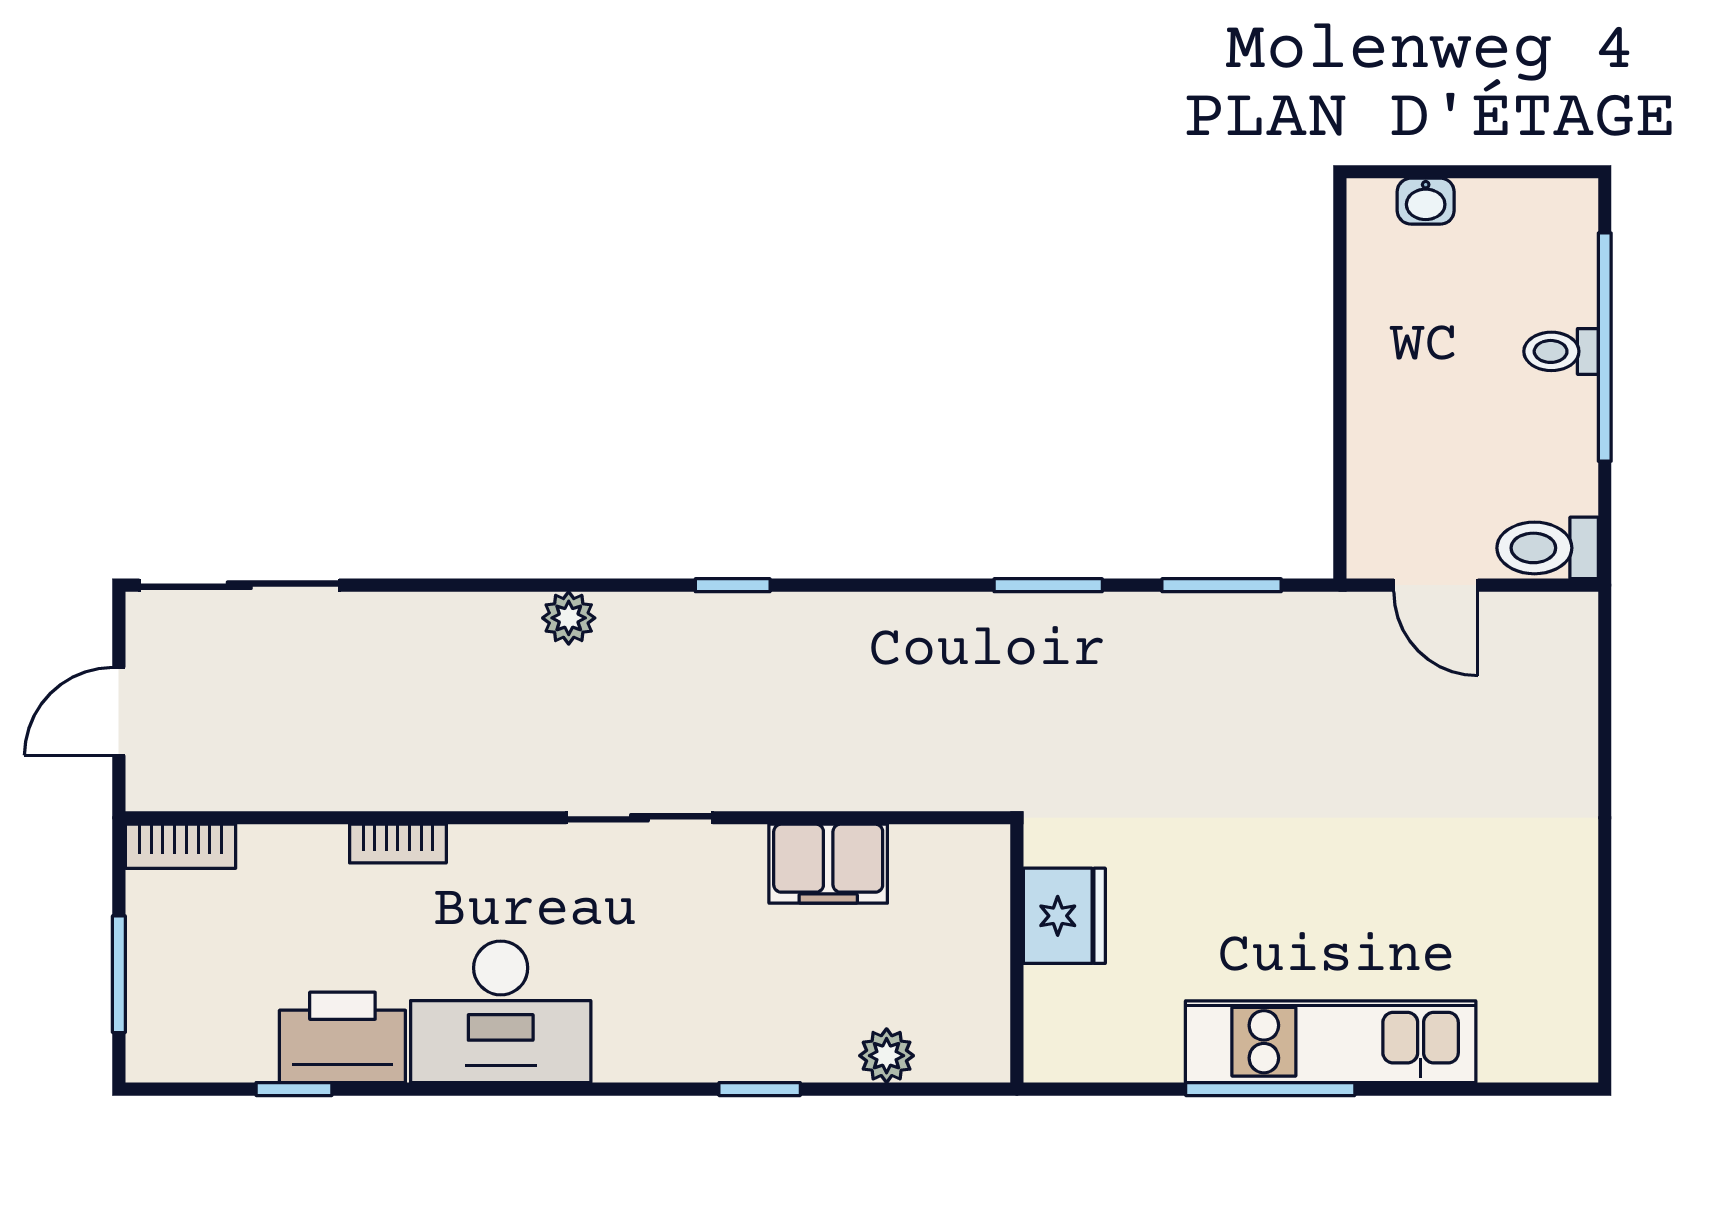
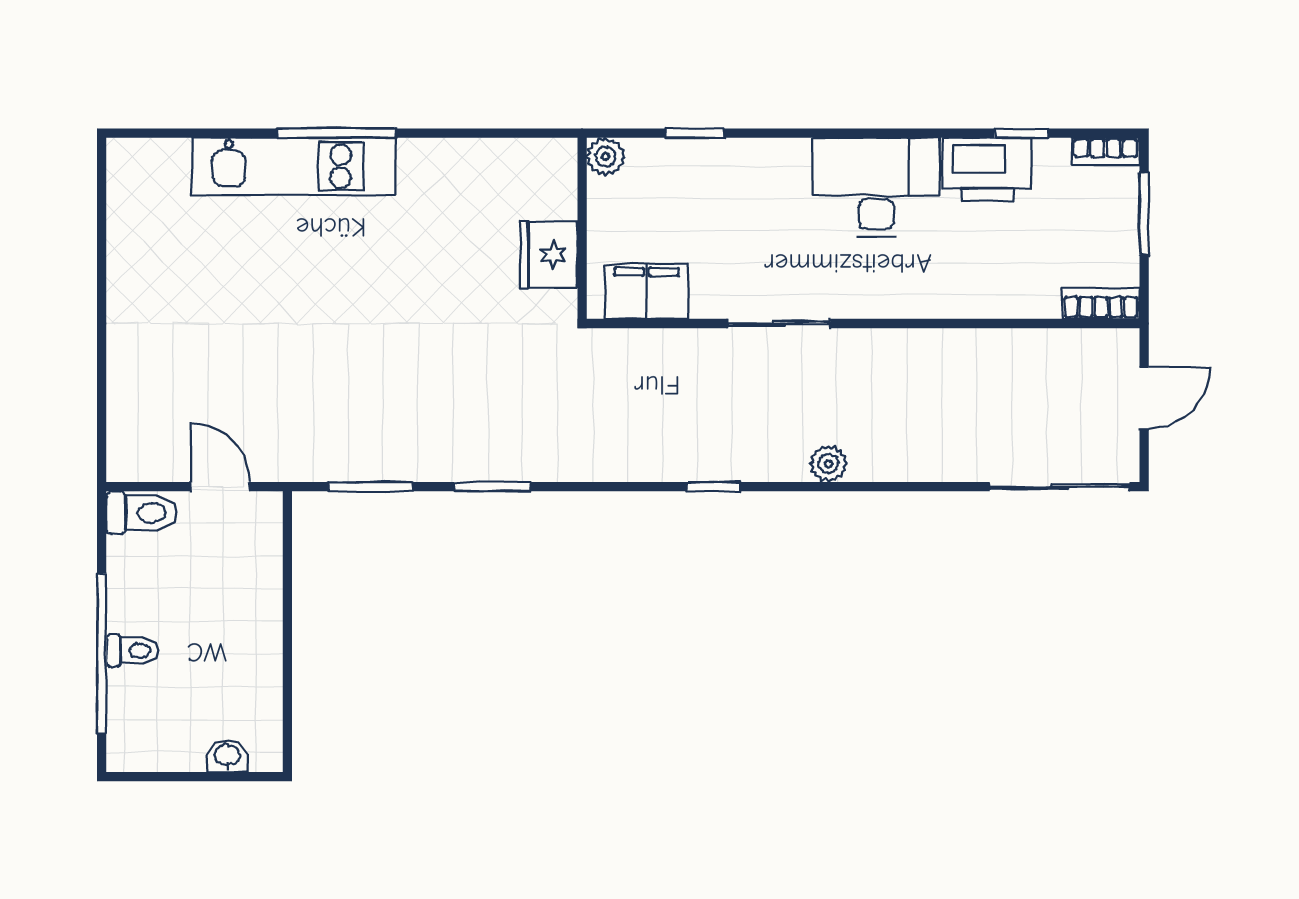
bookcase: (398, 844) -> (1106, 151), moved, turned 180
fridge: (1064, 916) -> (549, 255), moved
wall: (1017, 953) -> (582, 228), moved

